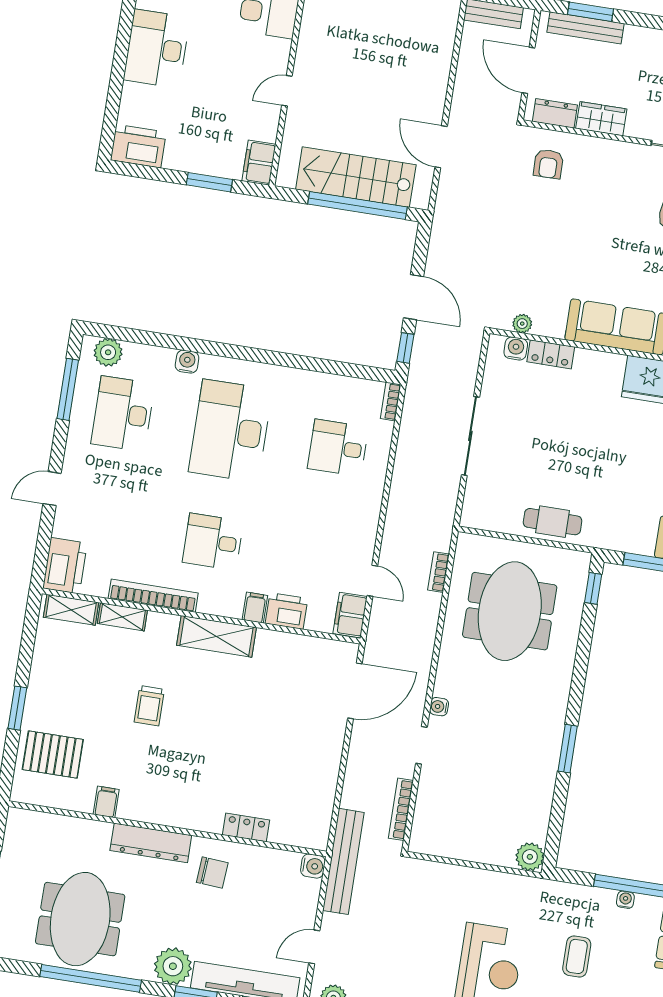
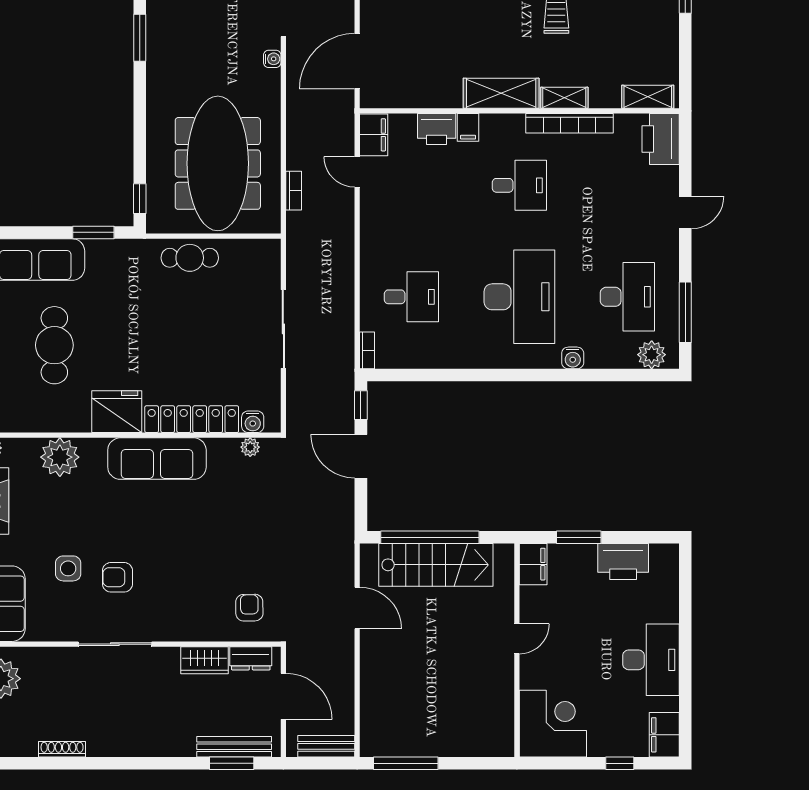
printer: (138, 146) -> (623, 561), moved
locker: (551, 354) -> (192, 419), width x2.16, depth x1.21
meeting table: (510, 611) -> (218, 163), width x1.36
shelving: (122, 617) -> (564, 98), moved

